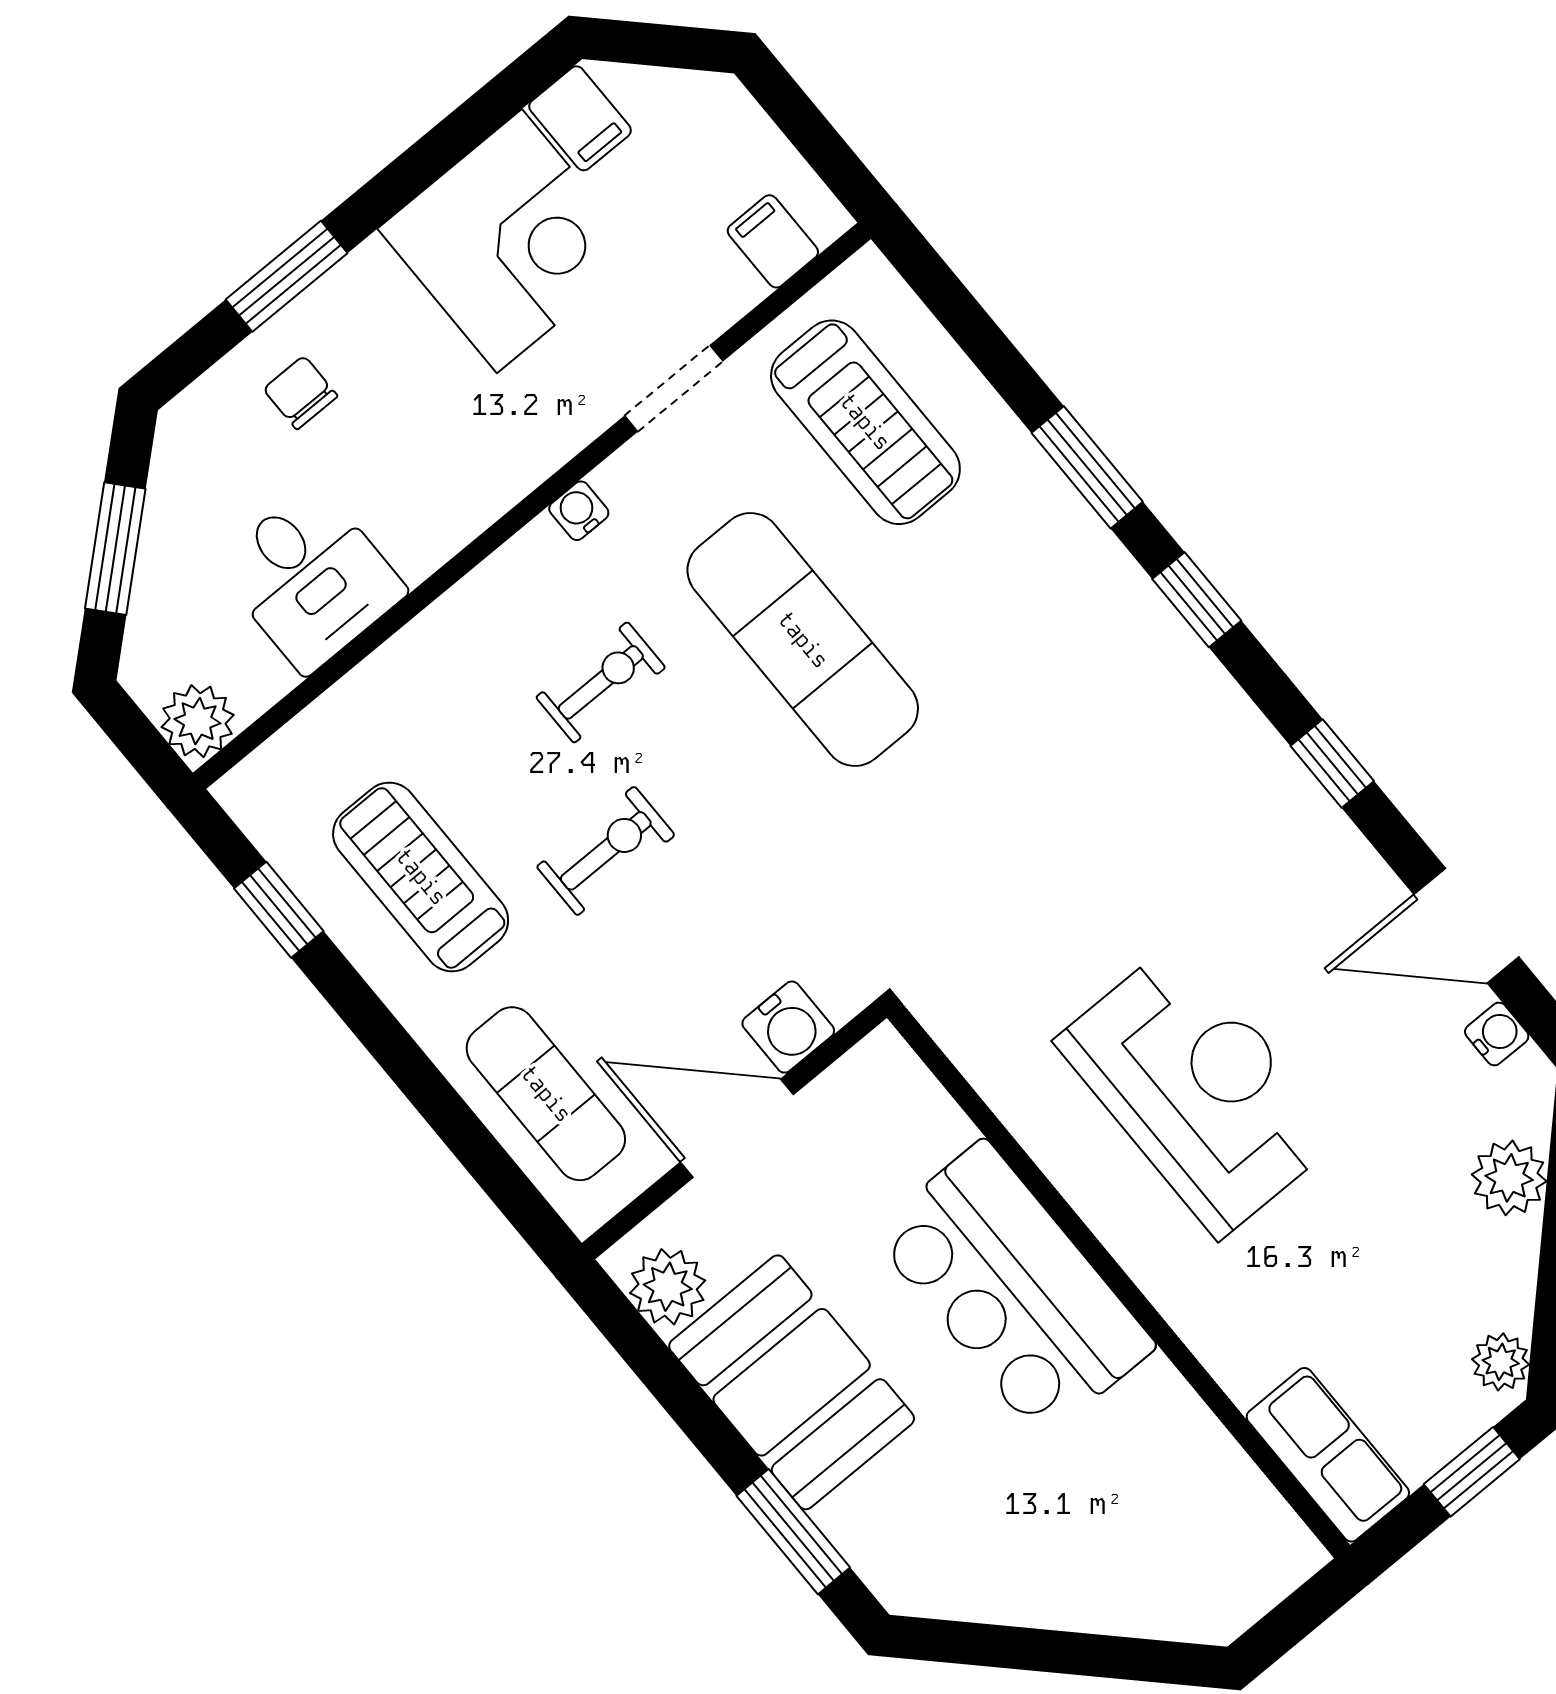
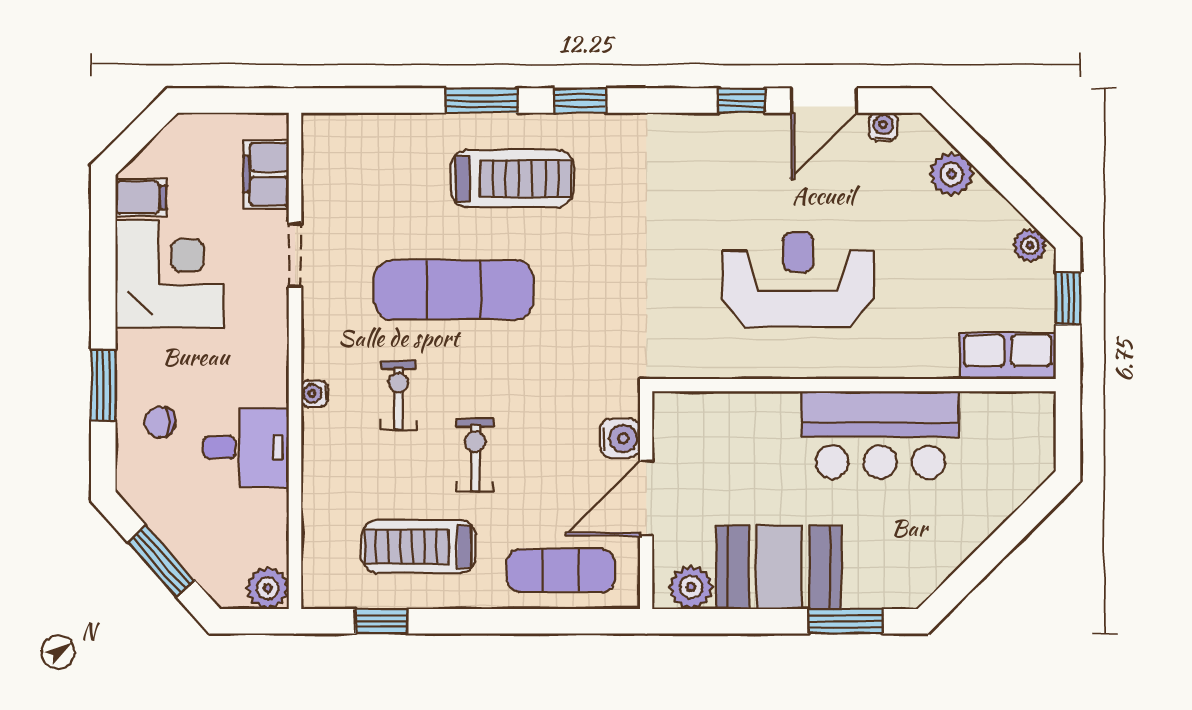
filing cabinet: (773, 241) -> (266, 174), width x2.00
treadmill: (865, 422) -> (512, 179), moved
water cooler: (579, 511) -> (314, 393), moved
desk: (311, 578) -> (246, 448), moved
window: (1332, 763) -> (741, 101), moved
bar counter: (1013, 1289) -> (880, 435), moved

